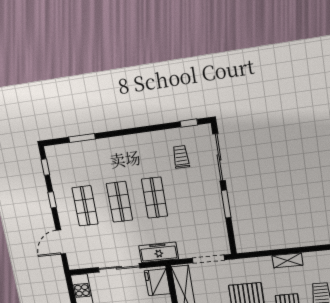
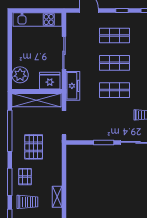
shelving: (287, 260) -> (57, 197), moved

